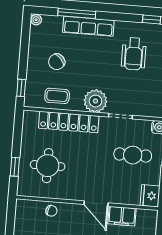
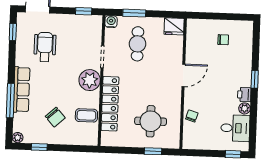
wheelchair: (134, 54) -> (45, 47), turned -90
window: (21, 88) -> (39, 147), moved
coffee table: (57, 96) -> (86, 115), turned 90
filing cabinet: (122, 216) -> (194, 51), removed

